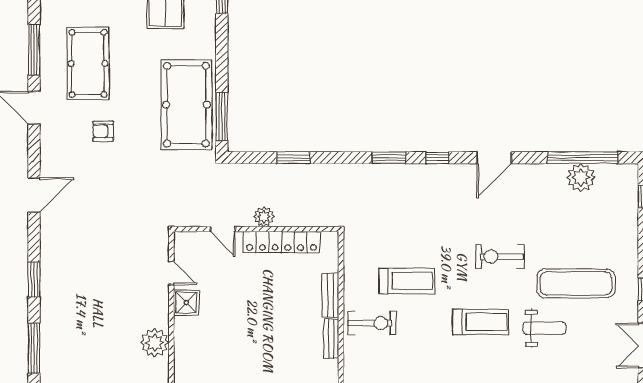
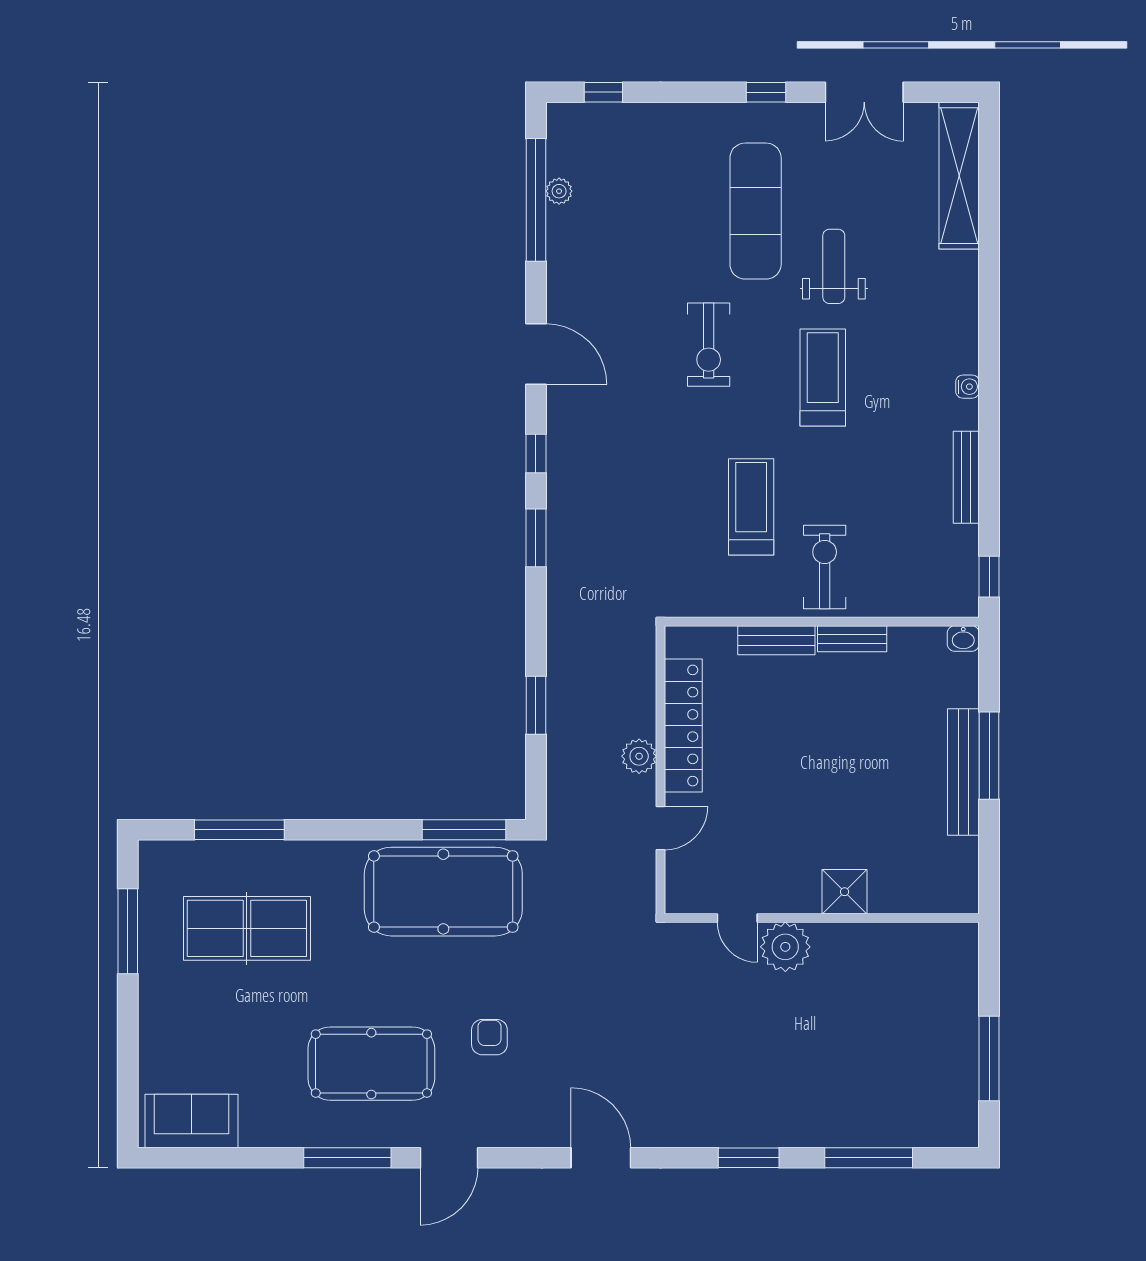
armchair: (103, 131) -> (489, 1037), turned 180
plant: (581, 178) -> (559, 191), width x0.53, depth x0.53
door: (171, 273) -> (737, 918), swing flipped
shower: (186, 303) -> (845, 892), moved
plant: (155, 343) -> (785, 947), moved

